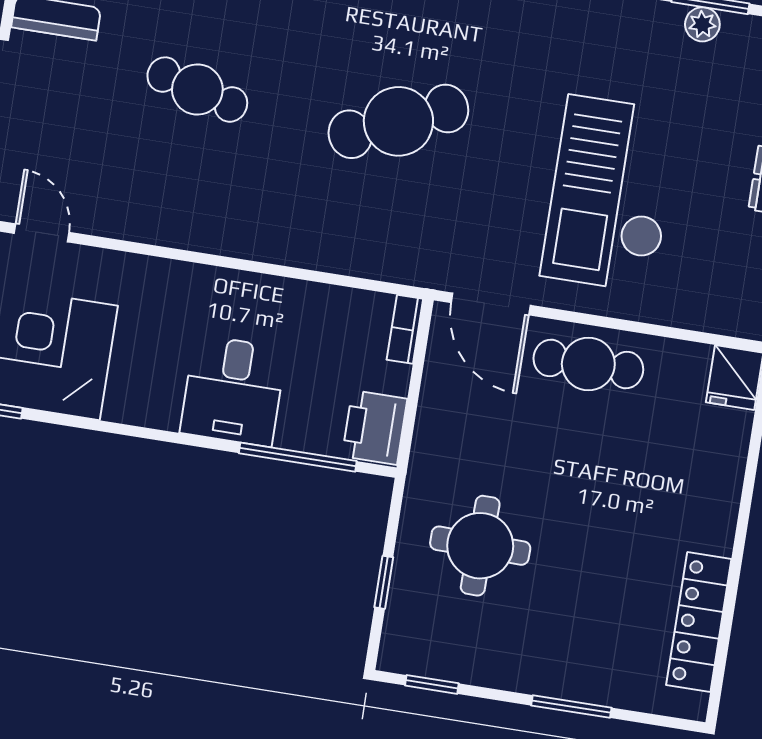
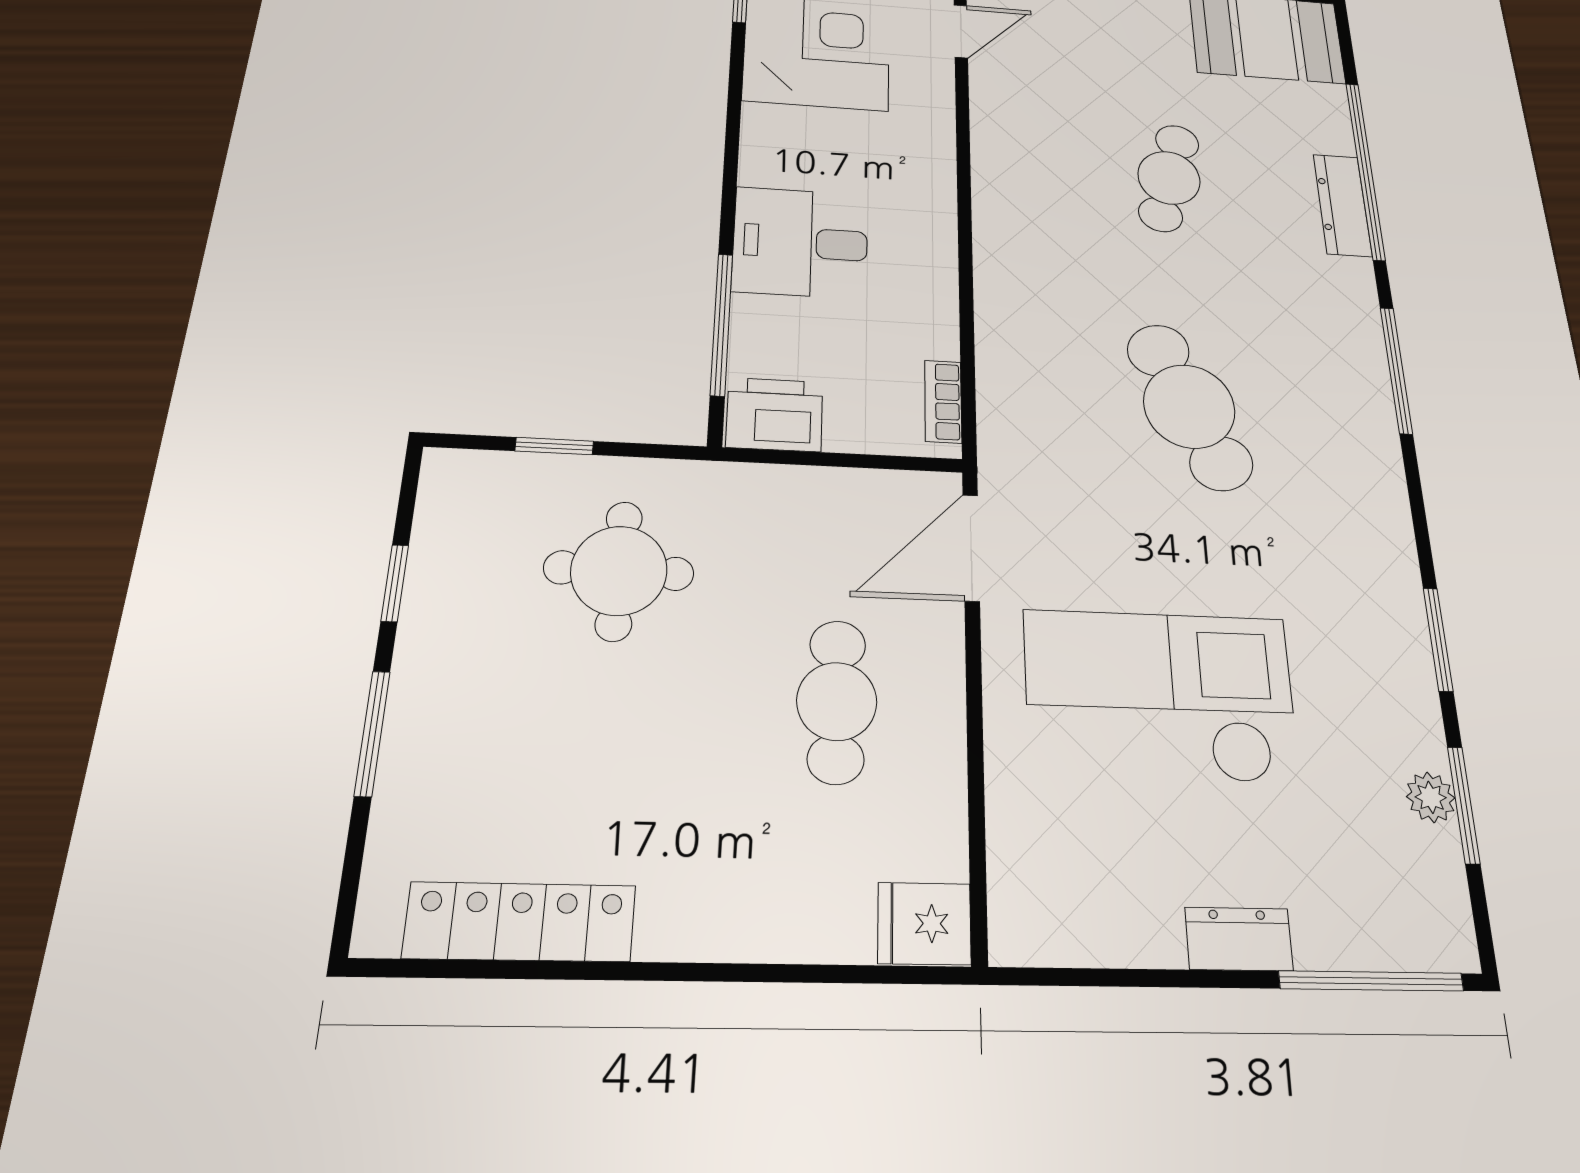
bookcase: (405, 329) -> (943, 401), moved, turned -90
cafe table: (588, 364) -> (837, 701), moved
window: (432, 684) -> (395, 583), moved

